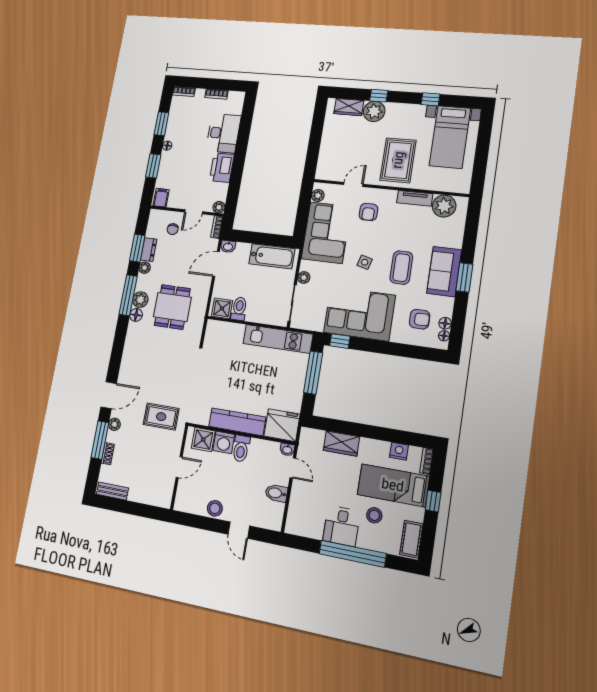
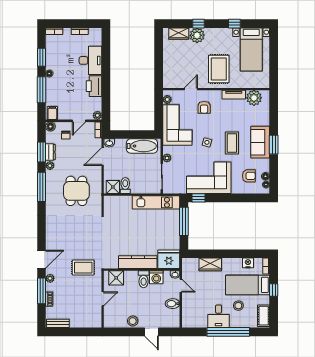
window: (153, 166) -> (41, 90), width x1.44
plant: (140, 300) -> (51, 189), removed
floor lamp: (136, 315) -> (50, 127), moved
washing machine: (224, 442) -> (156, 277), moved

